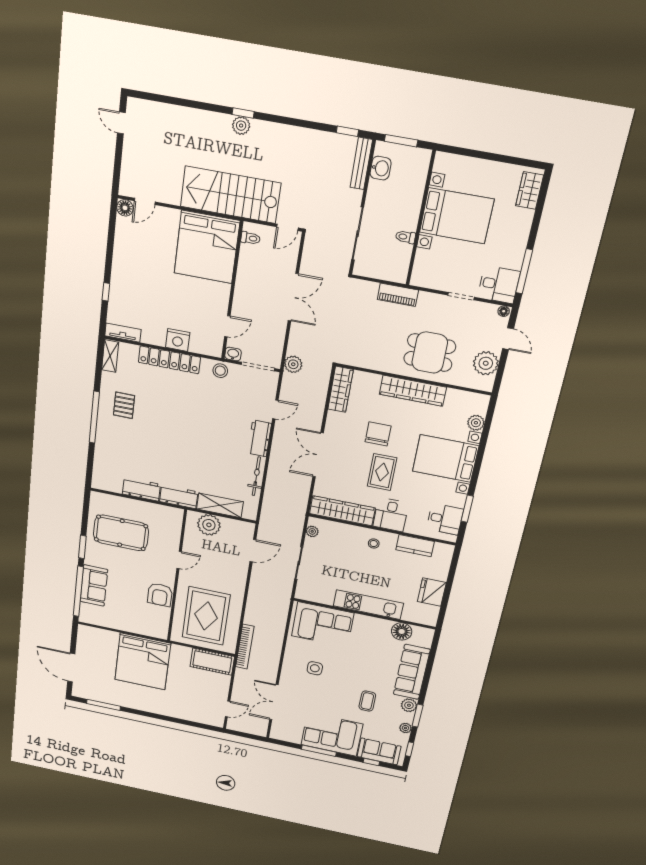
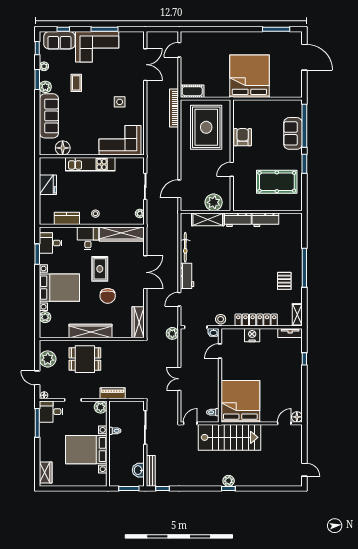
plant: (420, 277) -> (101, 407), added
double door: (293, 297) -> (179, 379), width x0.73
cot: (212, 662) -> (192, 91), width x0.73, depth x0.75

